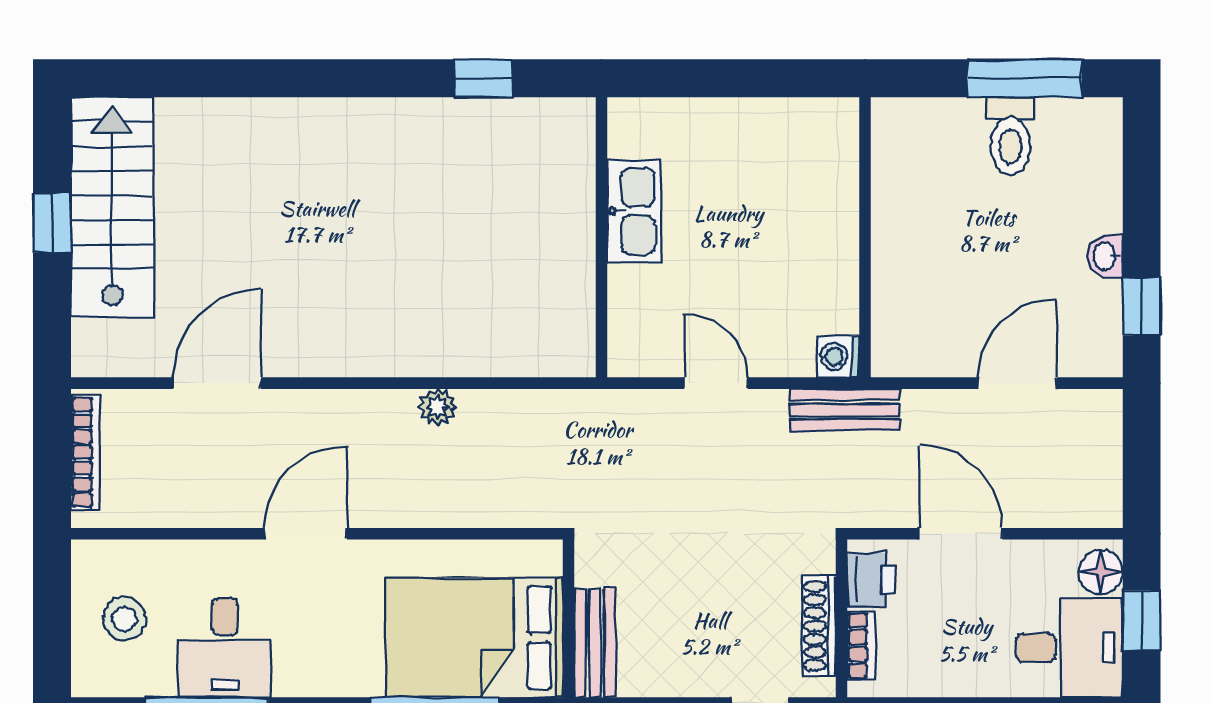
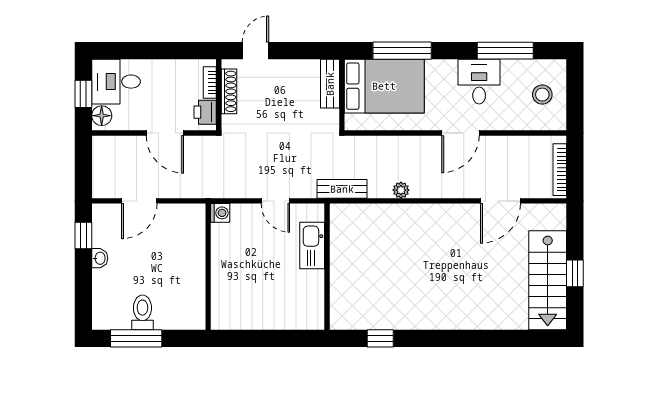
kitchen sink: (634, 211) -> (312, 246), moved
bench: (845, 410) -> (342, 189), moved
desk: (225, 648) -> (479, 82), moved

